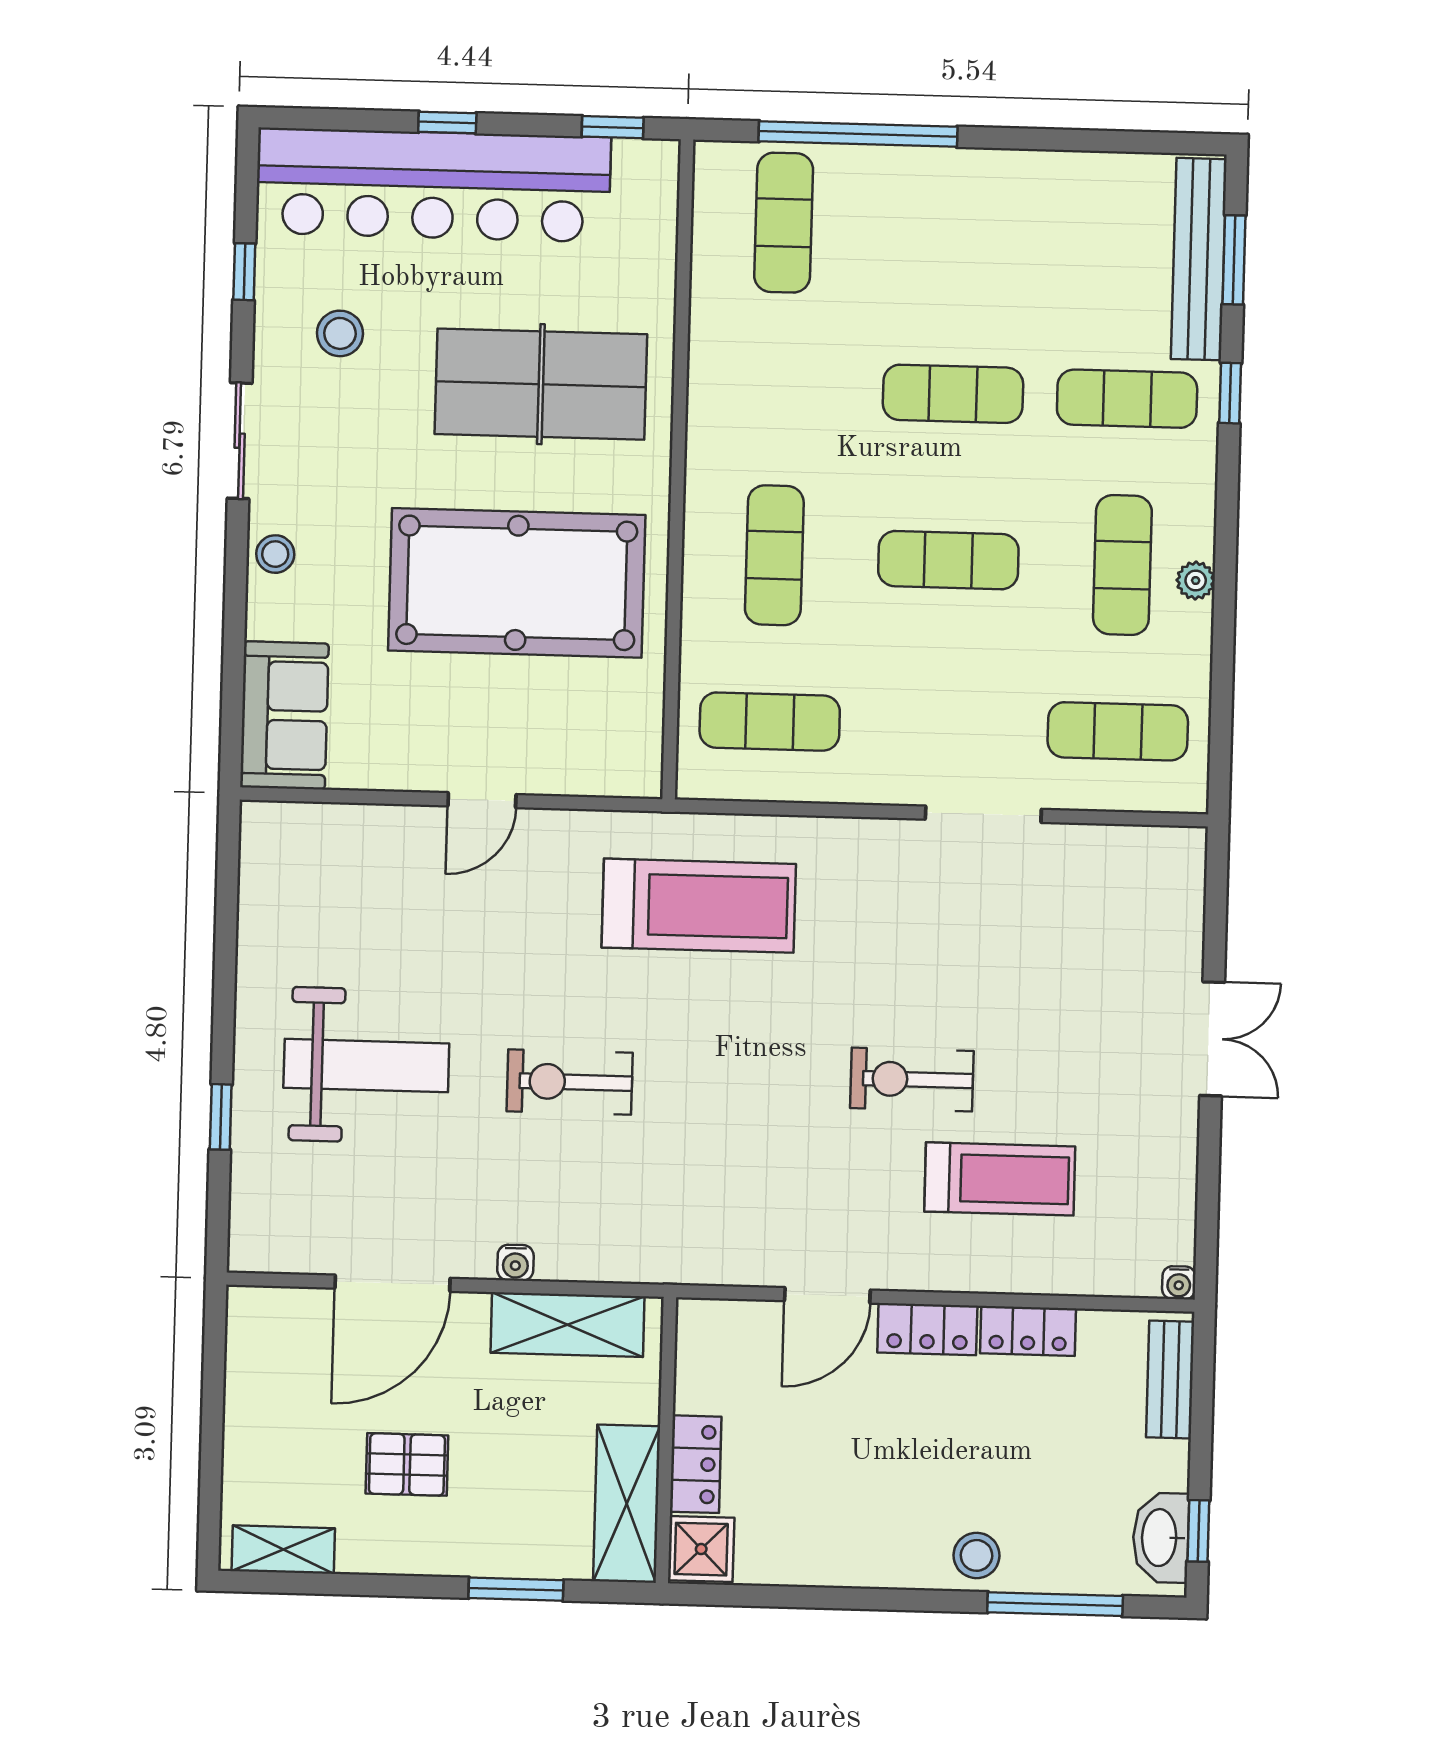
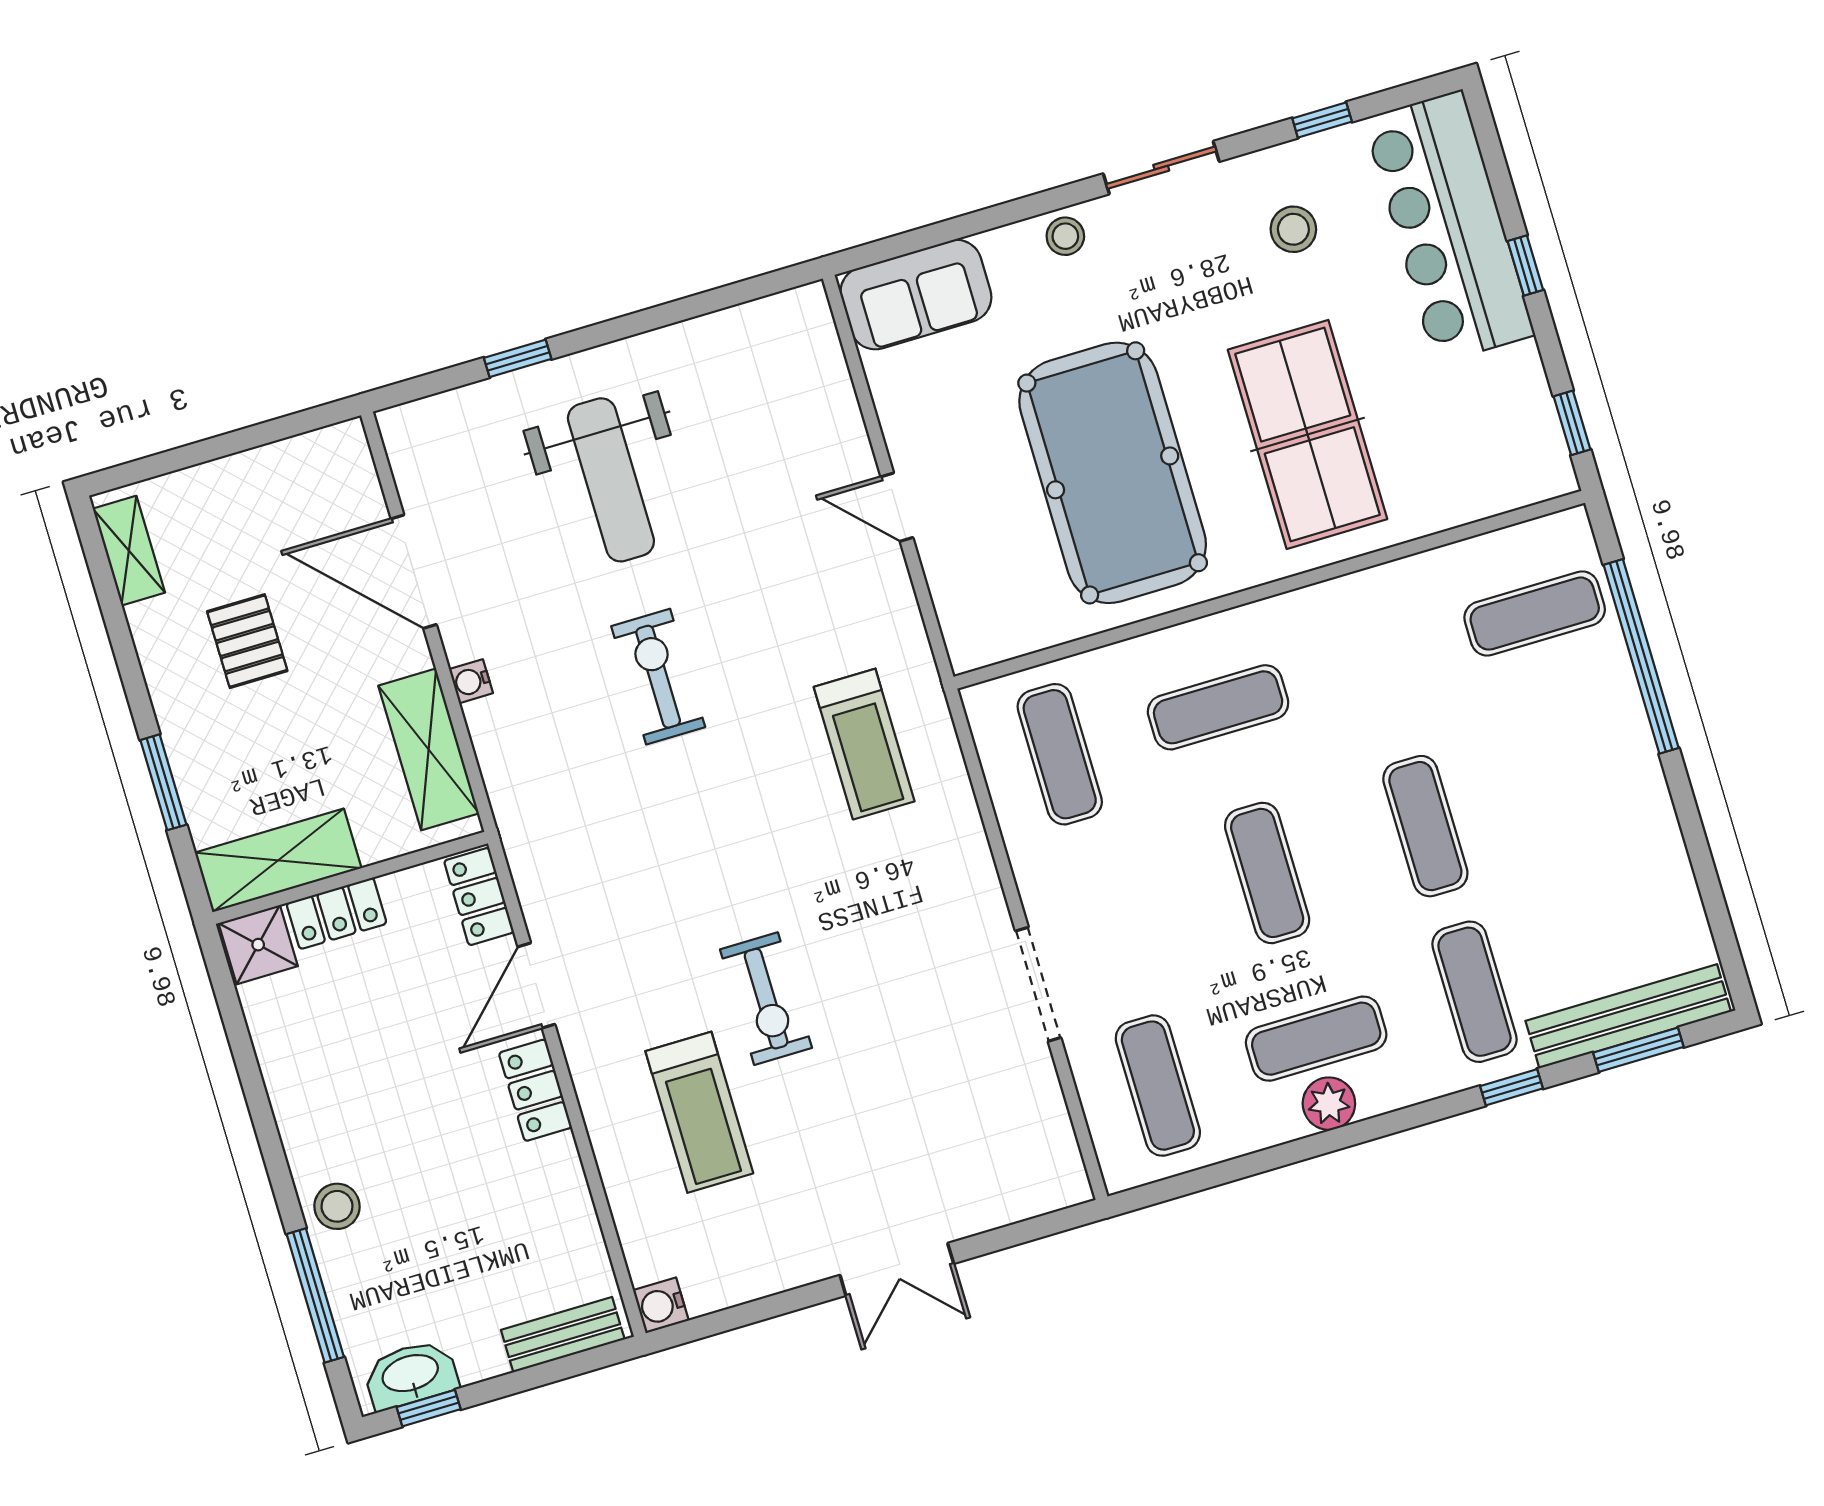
bar counter: (433, 185) -> (1449, 227), width x0.73
plant: (1196, 581) -> (1329, 1104), width x1.38, depth x1.38
treadmill: (699, 906) -> (864, 744), width x0.73, depth x0.73
exercise bike: (912, 1079) -> (766, 999), turned 180
water cooler: (1179, 1283) -> (661, 1305), width x1.38, depth x1.38
door: (827, 1295) -> (536, 986), hinge flipped
locker: (1028, 1331) -> (479, 896), moved

